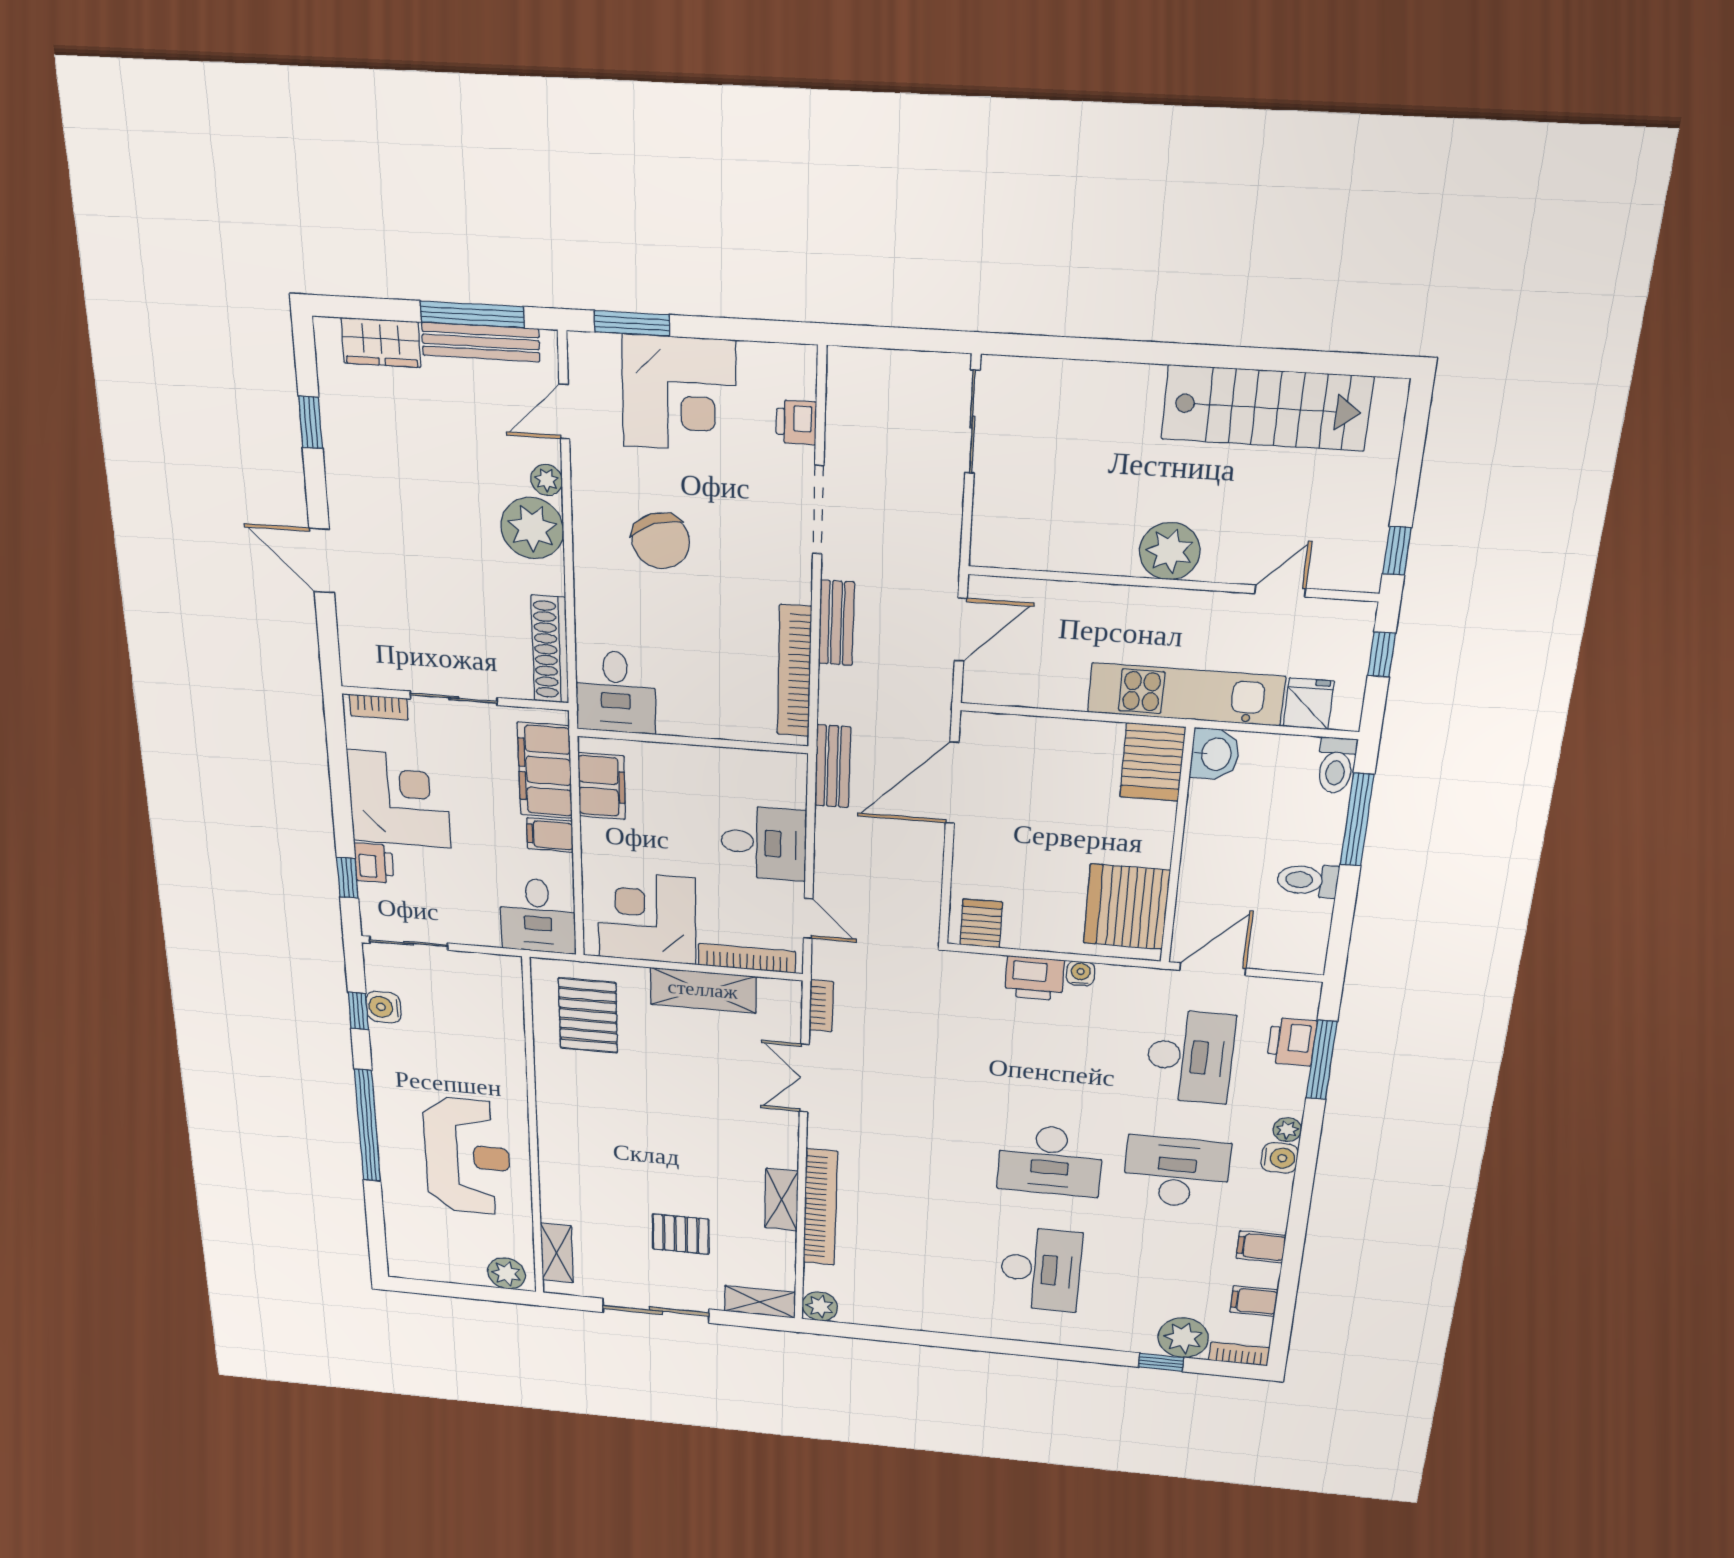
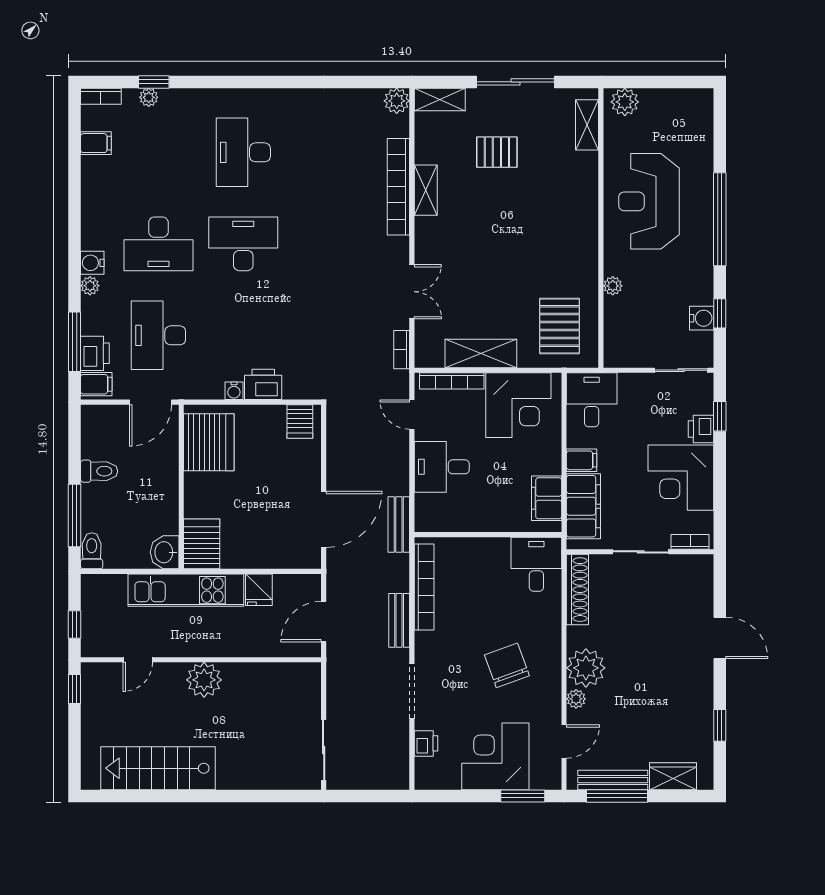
fridge: (1309, 704) -> (259, 590), moved
plant: (513, 1059) -> (613, 286), added
filing cabinet: (1261, 1247) -> (96, 384), moved
plant: (1183, 1338) -> (149, 97), width x0.53, depth x0.53

